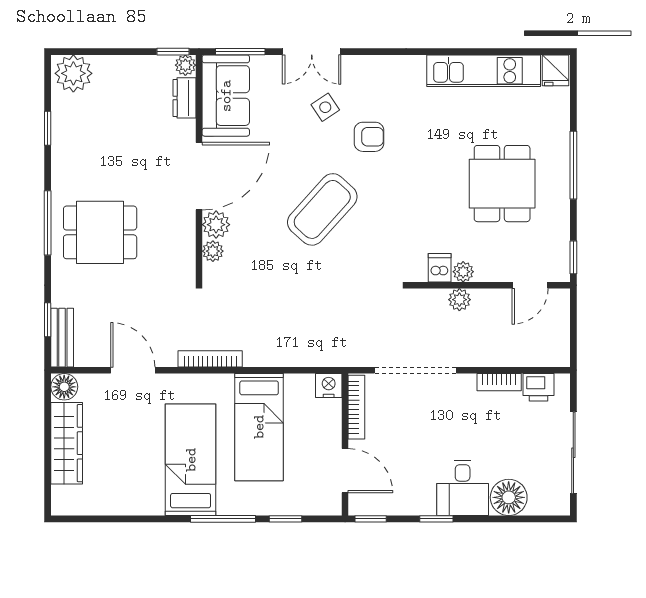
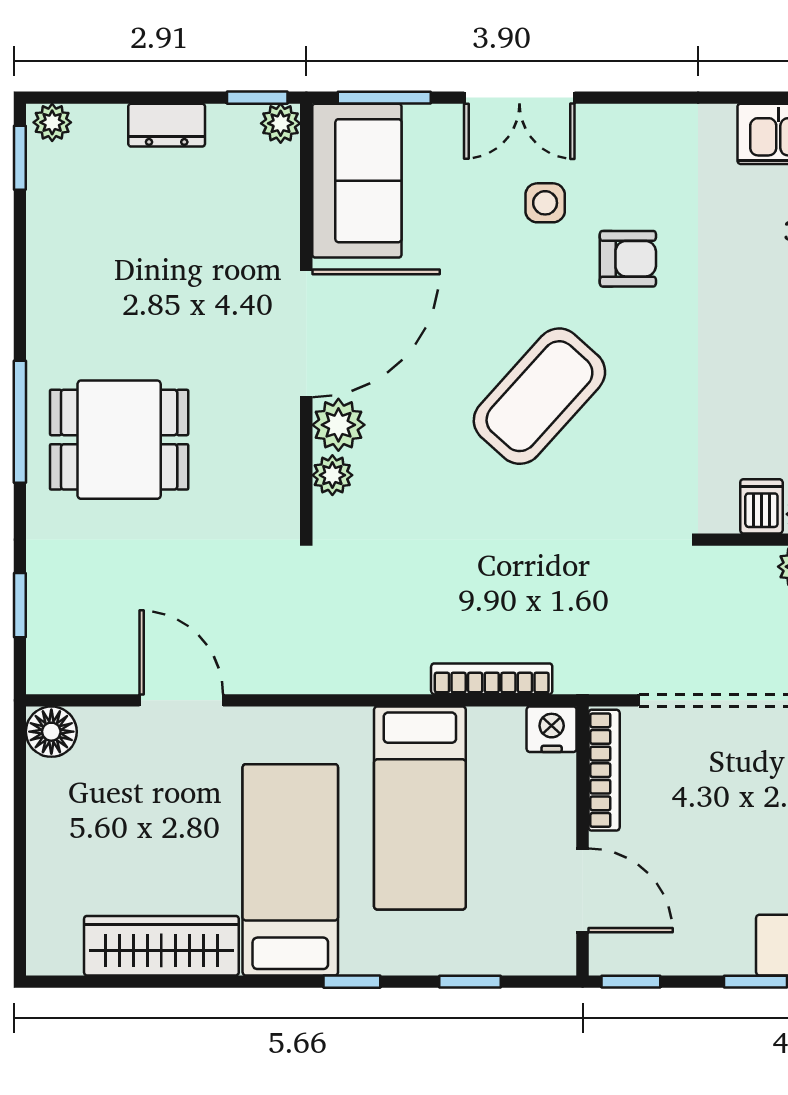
plant: (73, 73) -> (52, 122), width x0.53, depth x0.53
dresser: (184, 98) -> (167, 125), moved, turned -90
side table: (325, 107) -> (545, 203), turned 34
window: (48, 128) -> (20, 158), moved
bench: (62, 338) -> (47, 639), removed
bookcase: (210, 359) -> (492, 679), moved
wardrobe: (67, 443) -> (161, 946), moved, turned -90
window: (223, 519) -> (352, 982), width x0.46

